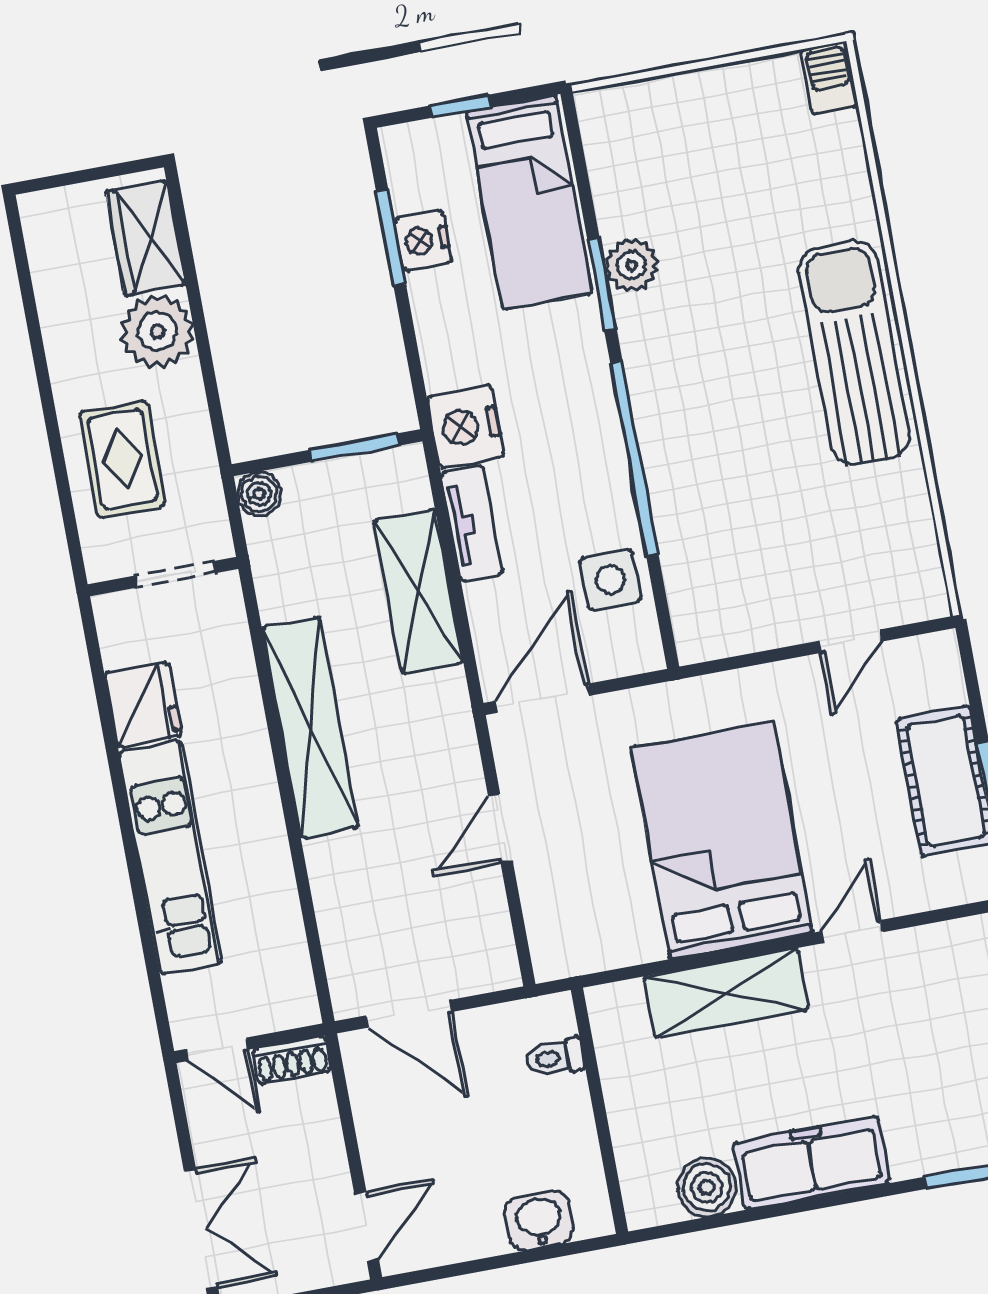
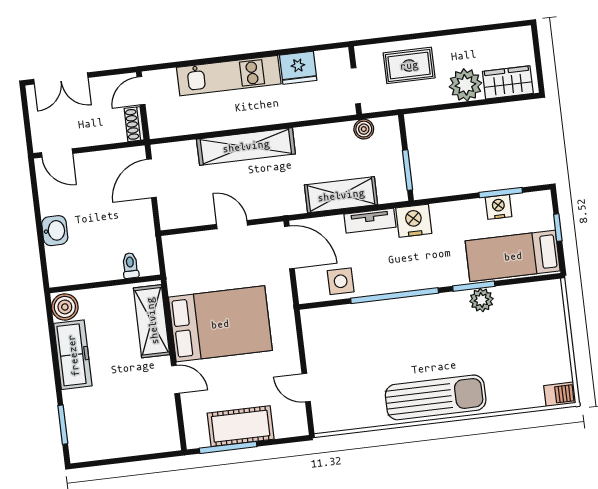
boiler: (259, 494) -> (364, 129), moved
shelving: (310, 727) -> (246, 146), moved
toilet: (555, 1058) -> (130, 265), moved
wall: (599, 1111) -> (105, 284), moved

